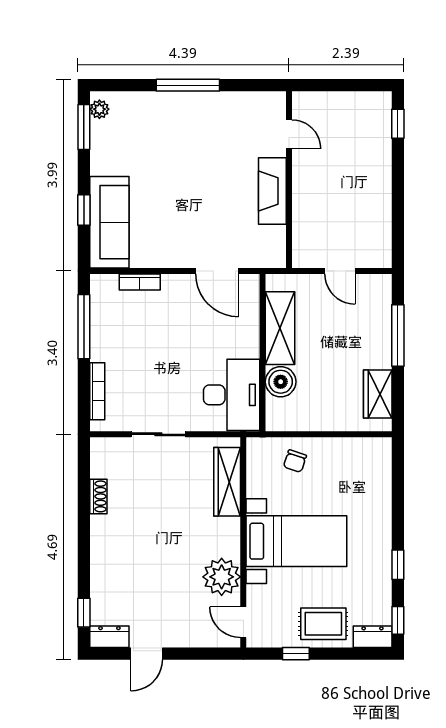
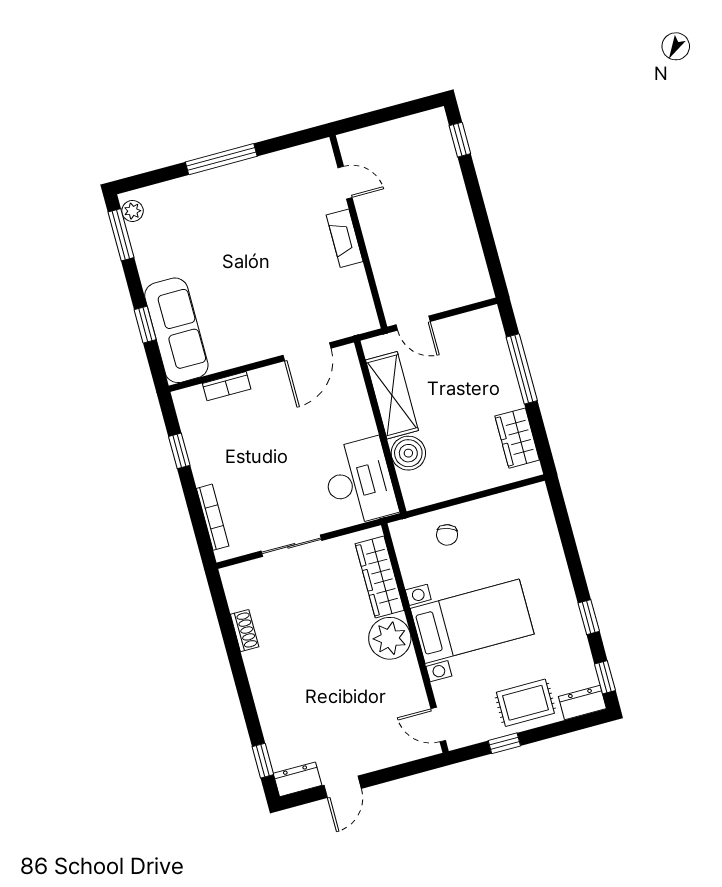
fireplace: (272, 191) -> (345, 238), width x0.73, depth x0.76
door: (217, 271) -> (307, 352), hinge flipped
door: (340, 271) -> (413, 323), moved
window: (84, 327) -> (179, 451), width x0.46
plant: (222, 577) -> (390, 638), moved

